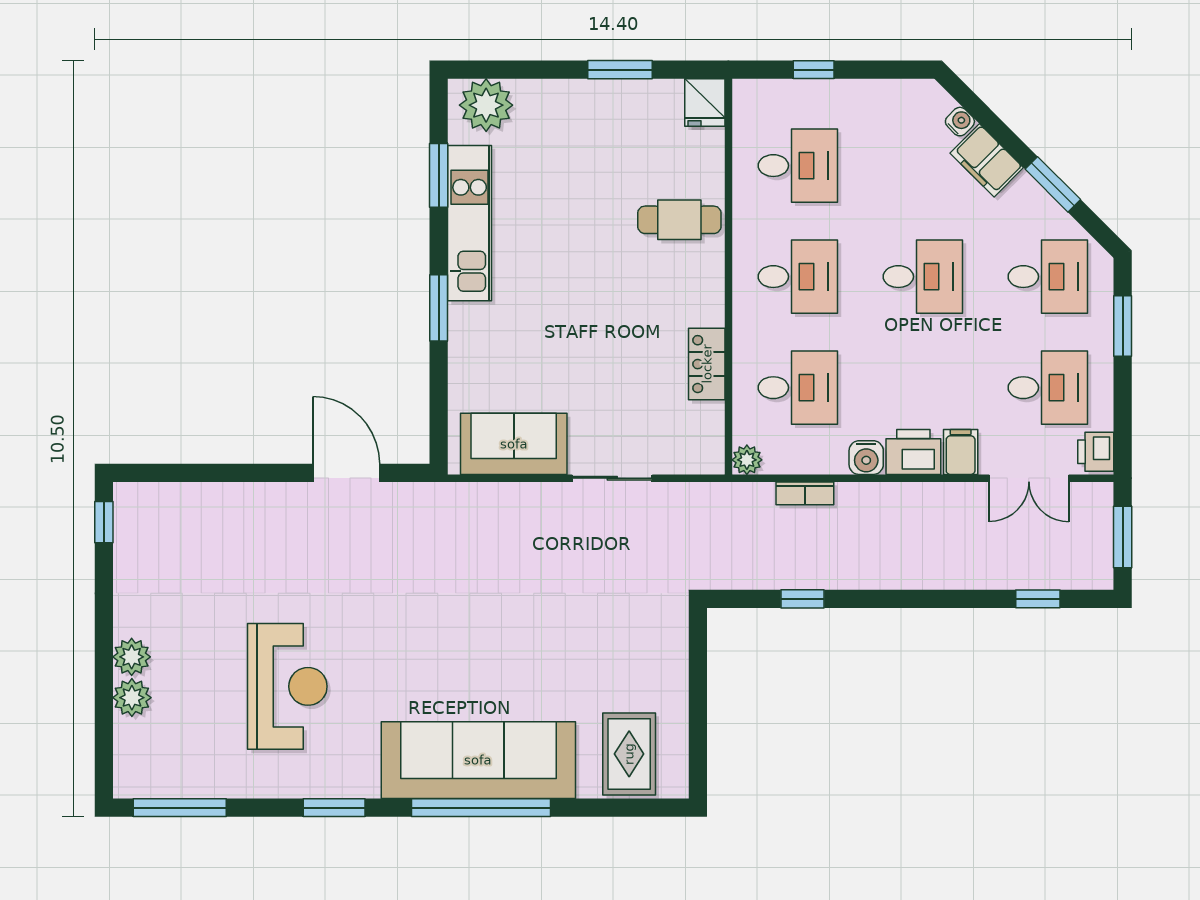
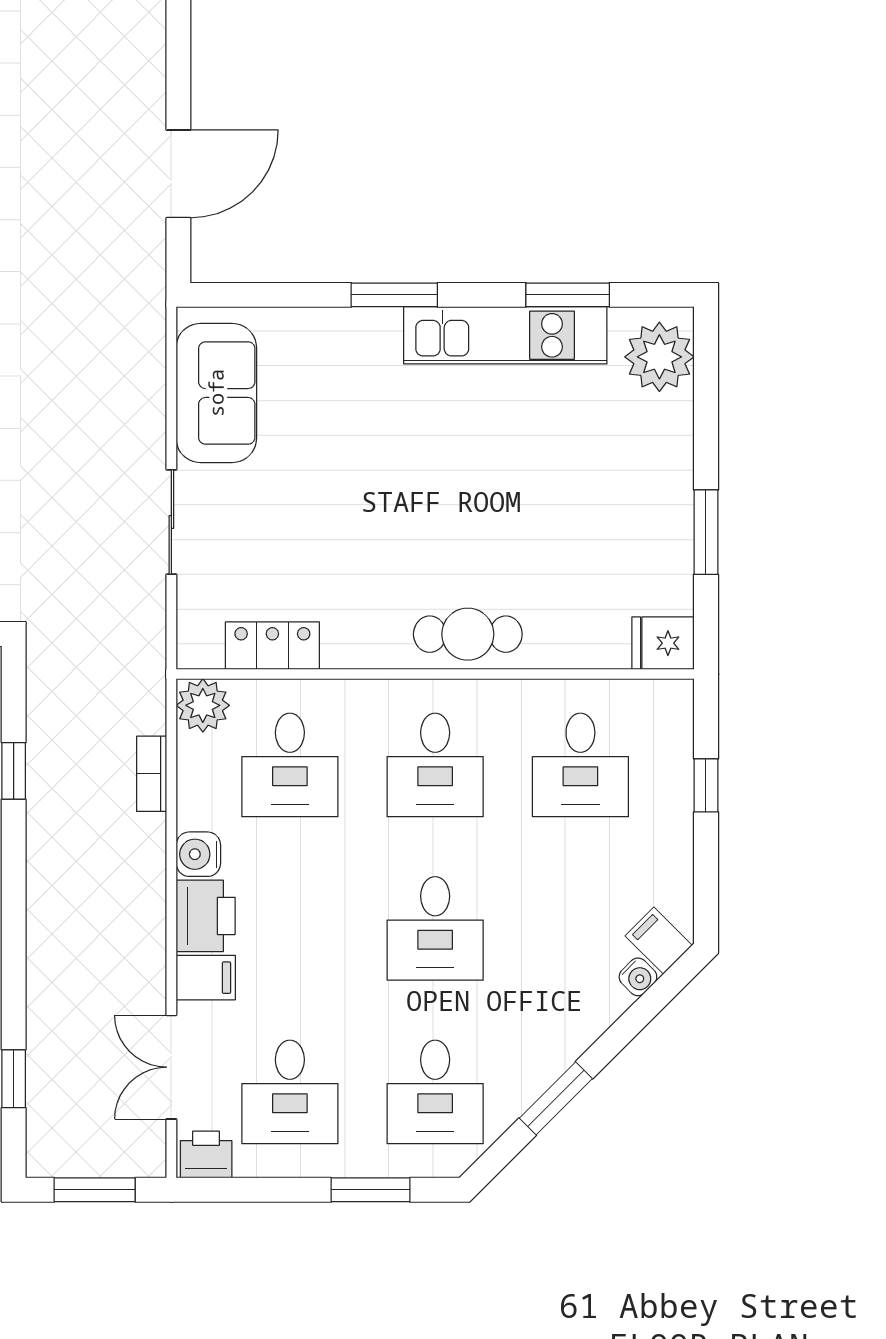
filing cabinet: (987, 160) -> (659, 941), moved, width x0.50
cafe table: (679, 220) -> (468, 634), moved, turned 90
locker: (707, 364) -> (272, 646), moved
plant: (747, 460) -> (203, 705), width x1.38, depth x1.38

